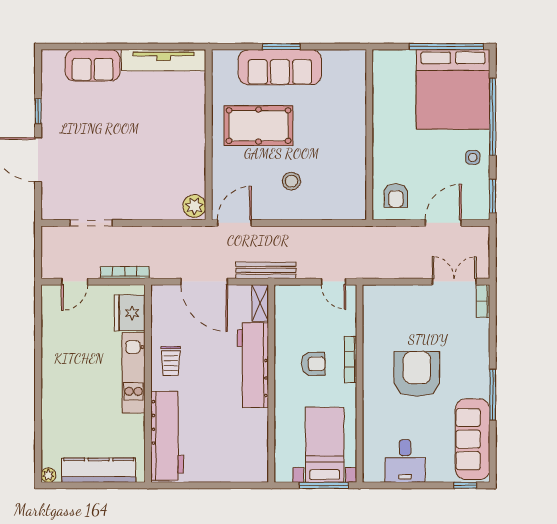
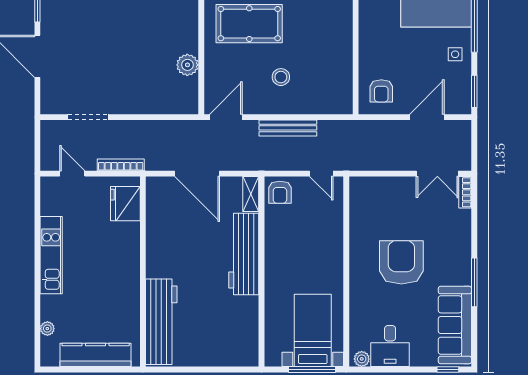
plant: (194, 206) -> (187, 65), moved
bench: (266, 270) -> (288, 128), moved
door: (74, 282) -> (72, 174), swing flipped
double door: (454, 282) -> (437, 174), swing flipped
bookcase: (351, 359) -> (338, 248), removed
trolley: (171, 361) -> (165, 250), removed
armchair: (313, 364) -> (280, 192), moved, turned 90
kitchen unit: (134, 373) -> (51, 255), moved, turned 180
plant: (376, 474) -> (362, 359), added
plant: (48, 475) -> (47, 329), moved

